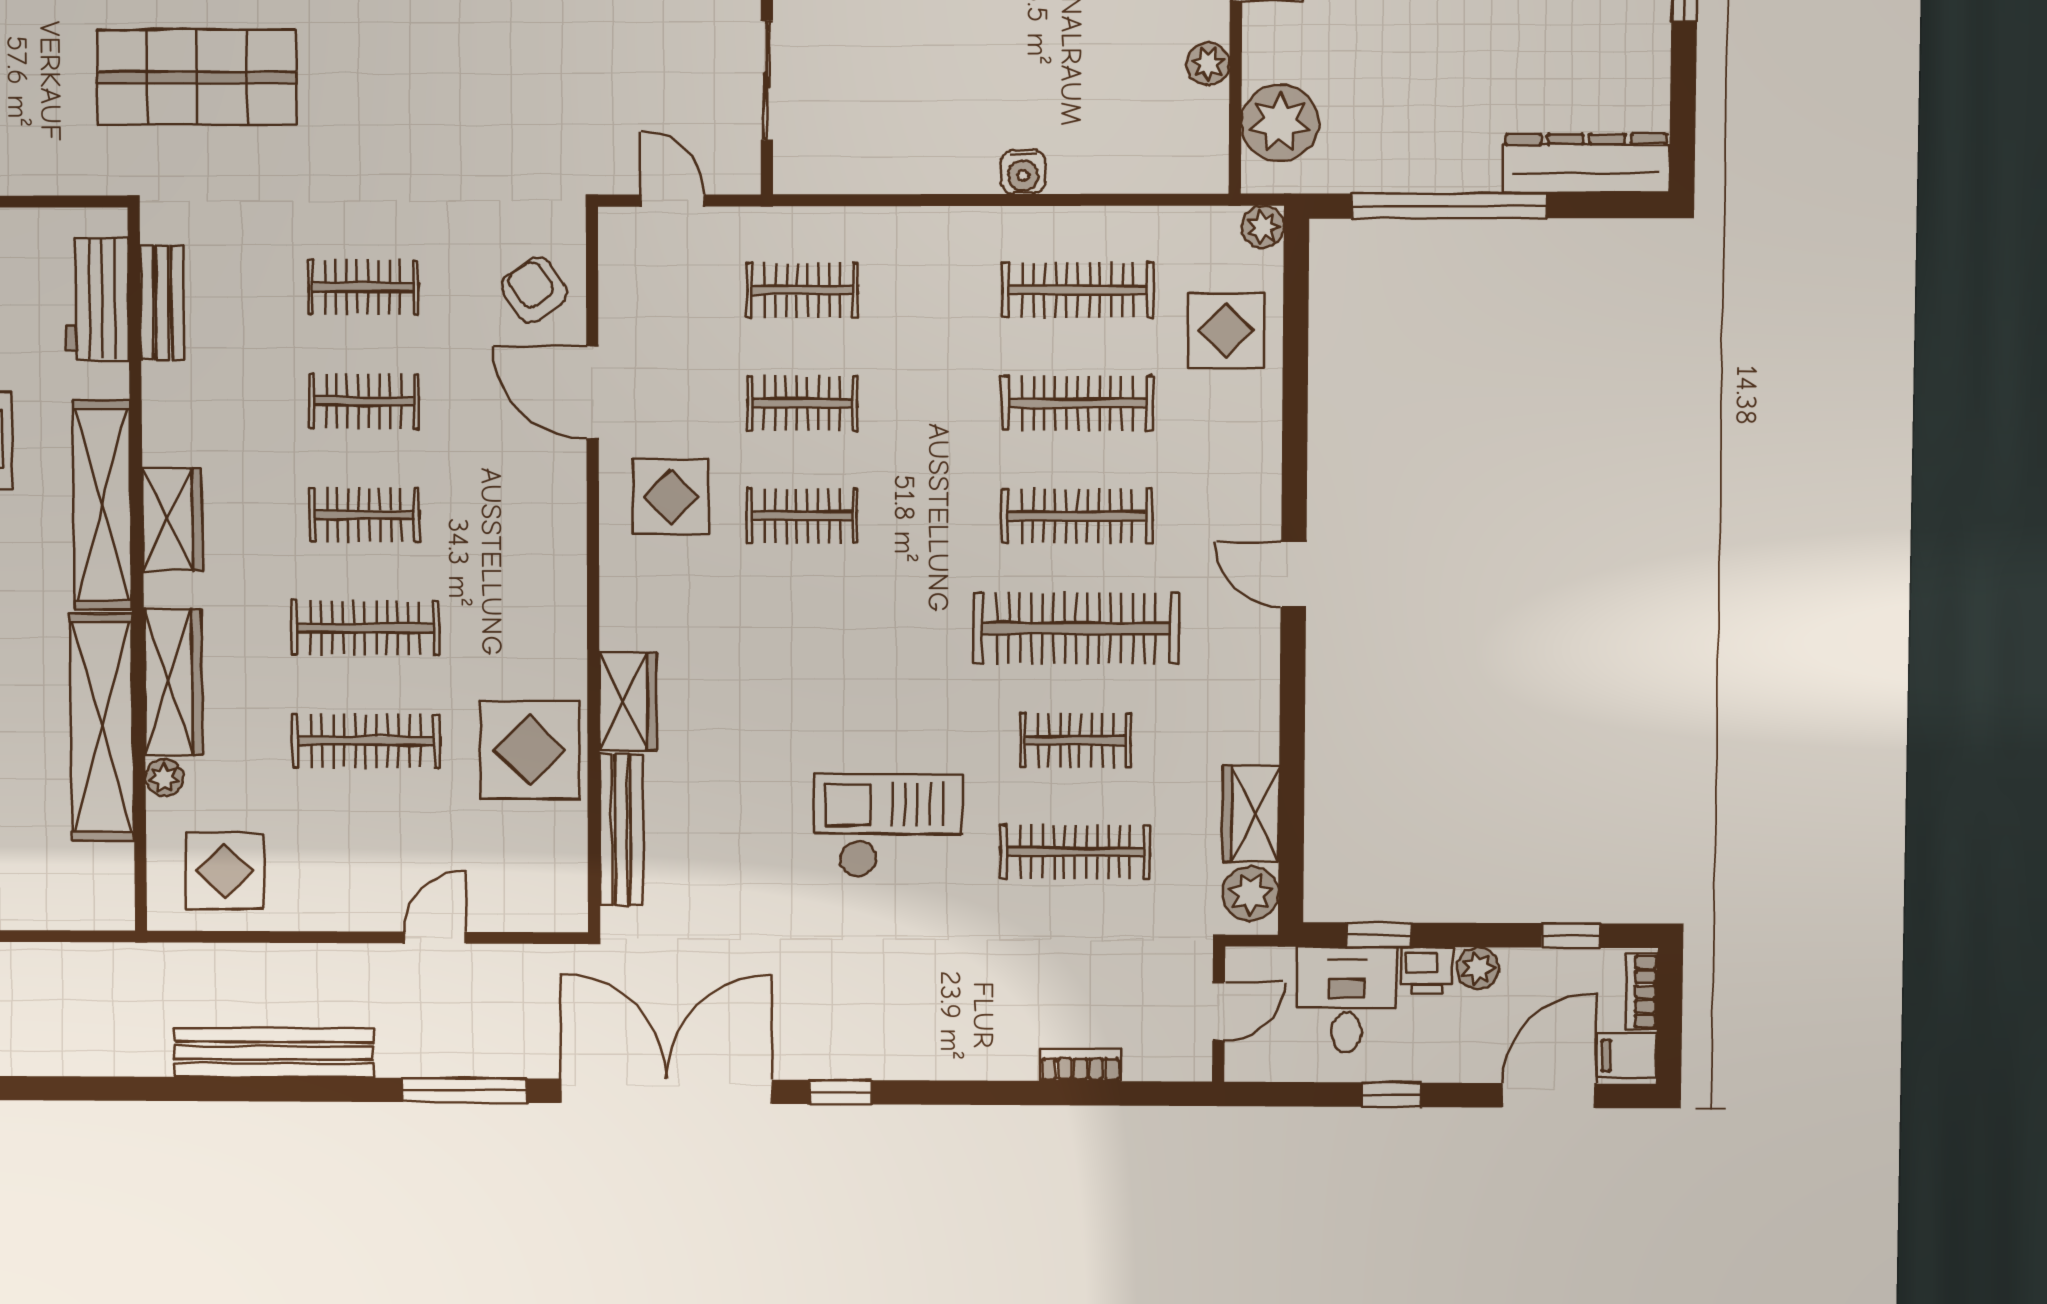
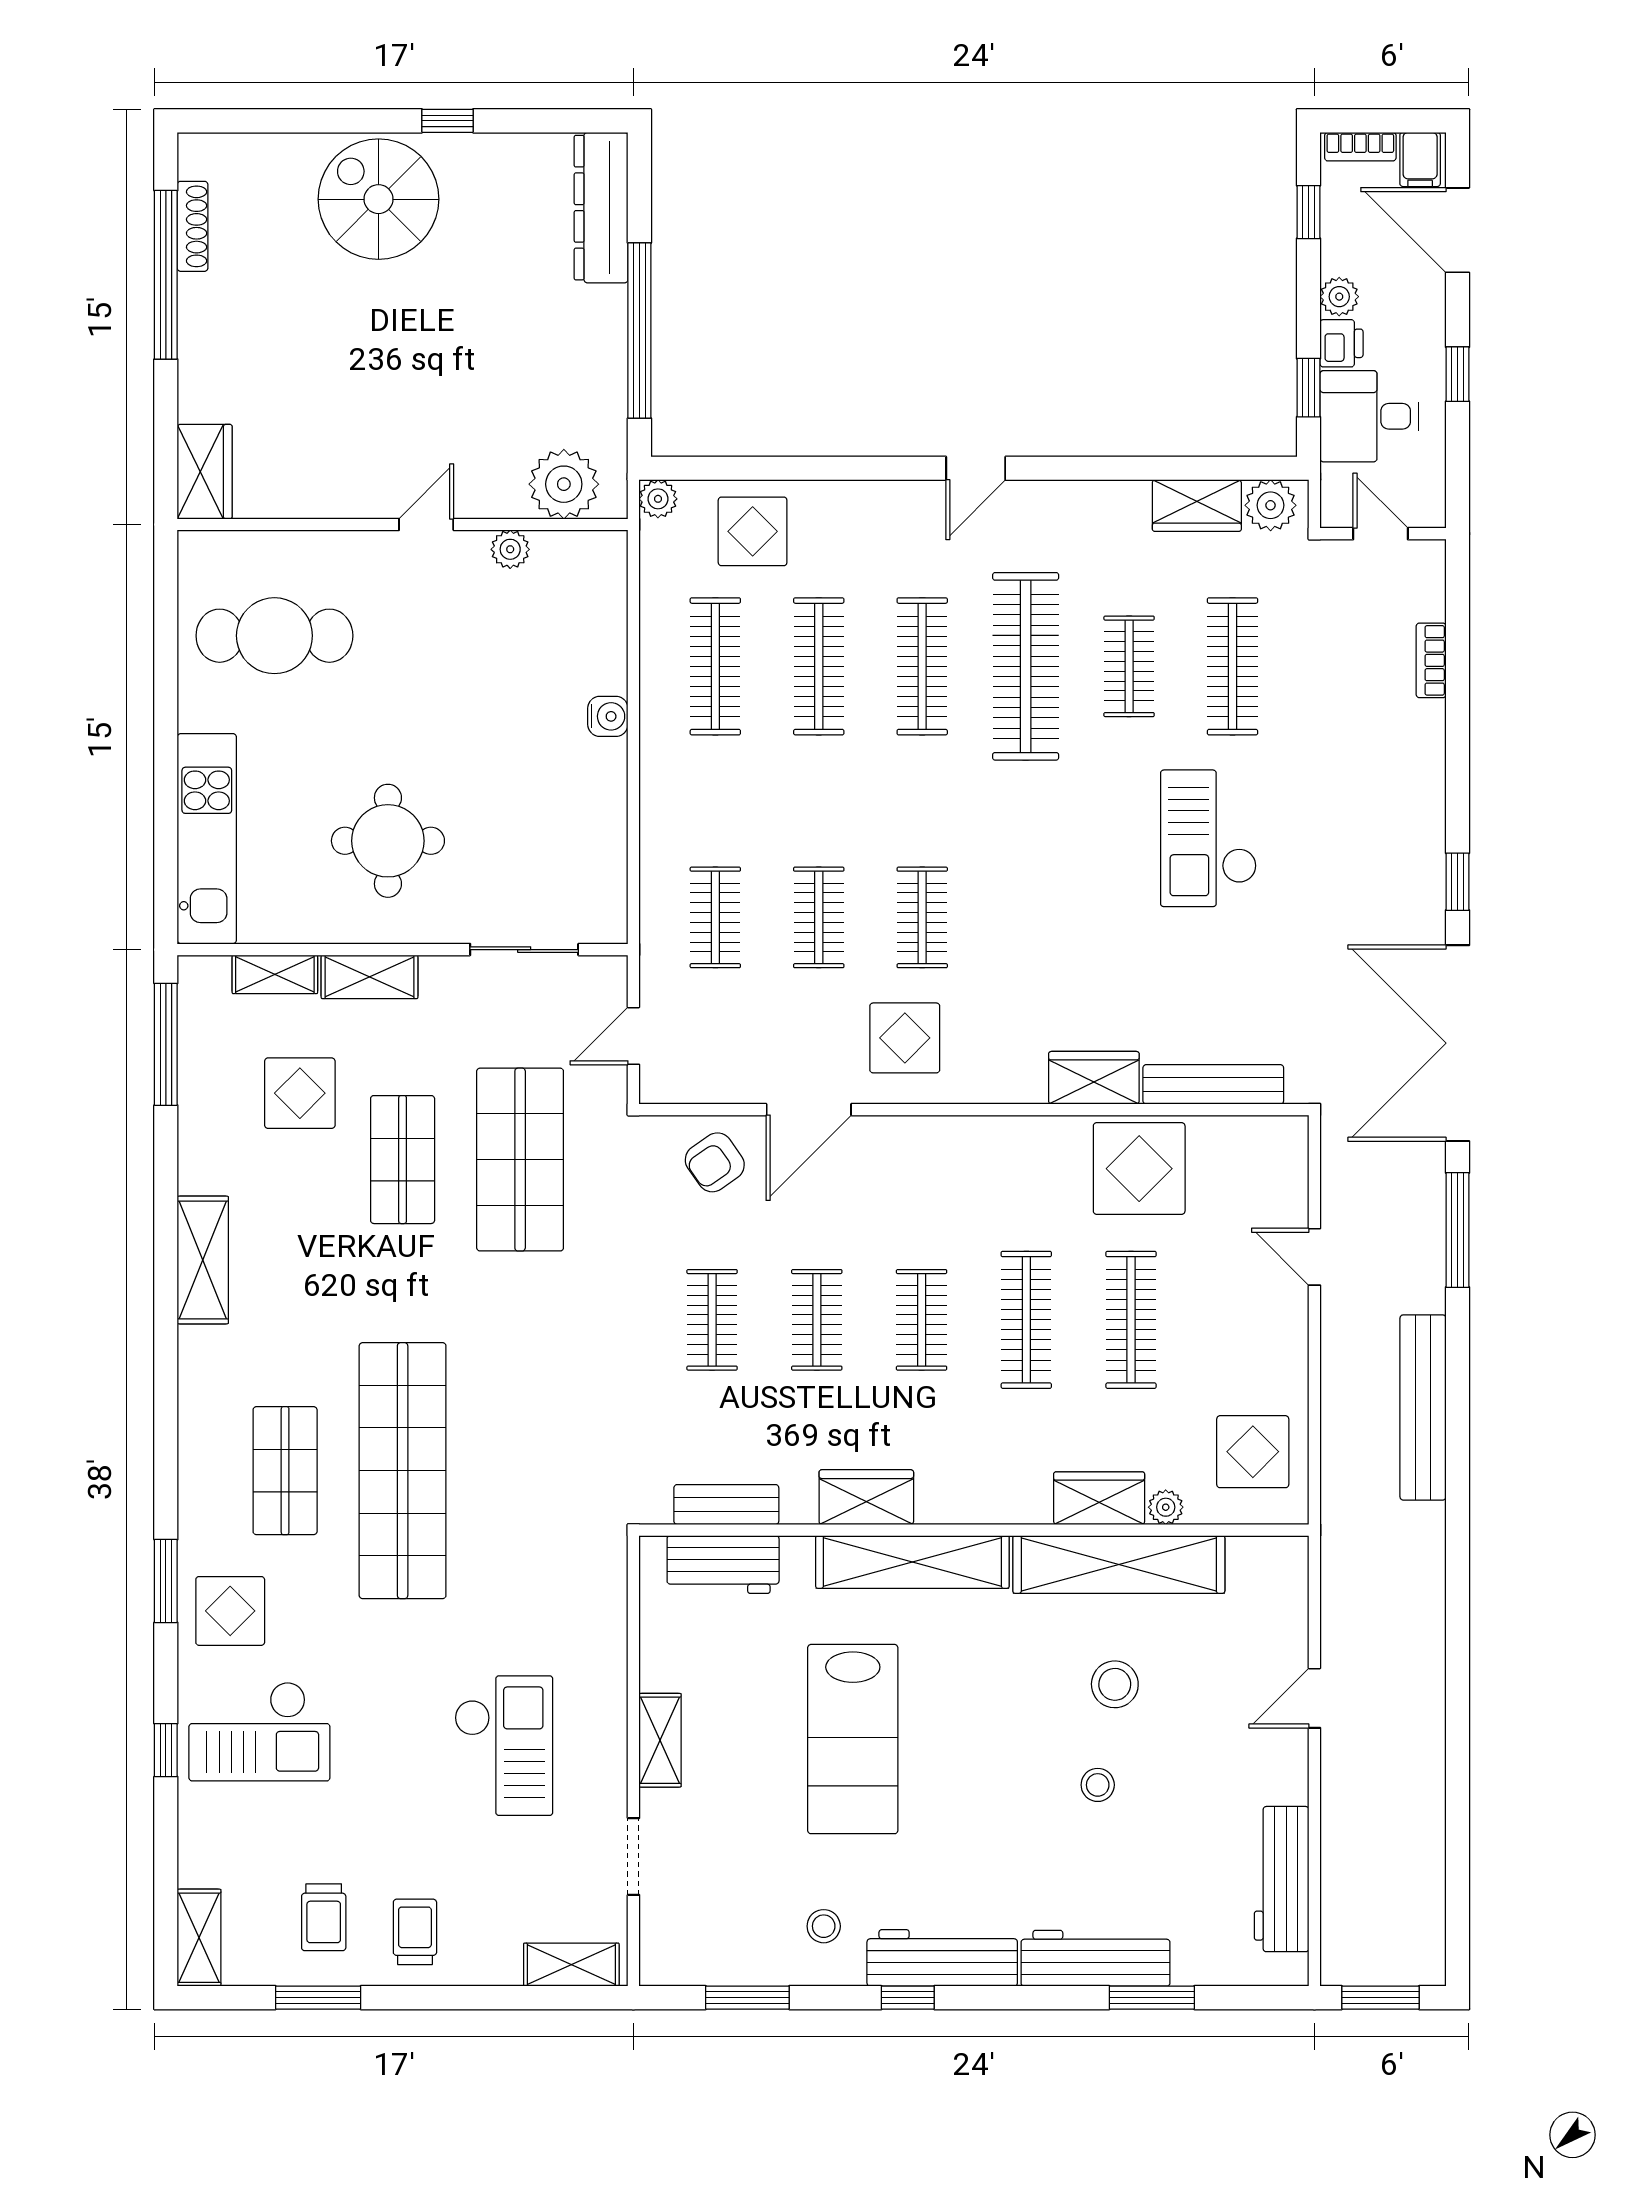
shop shelf: (197, 77) -> (520, 1160), moved
wardrobe: (172, 519) -> (866, 1497), moved
wardrobe: (173, 682) -> (1099, 1498), width x0.67

